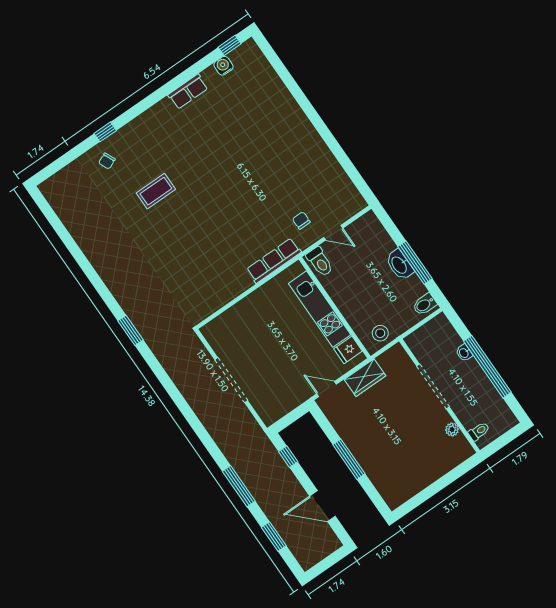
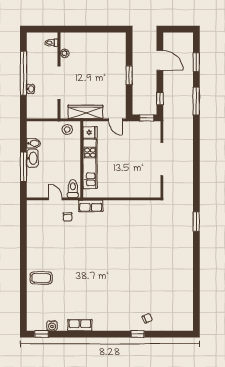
coffee table: (156, 191) -> (41, 278), moved
row of seats: (274, 261) -> (91, 206), width x0.68
window: (415, 263) -> (23, 167), moved
bidet: (425, 304) -> (34, 143), moved
wardrobe: (365, 378) -> (85, 112), width x1.50
window: (288, 420) -> (147, 118), added
window: (349, 459) -> (129, 75), width x0.69

